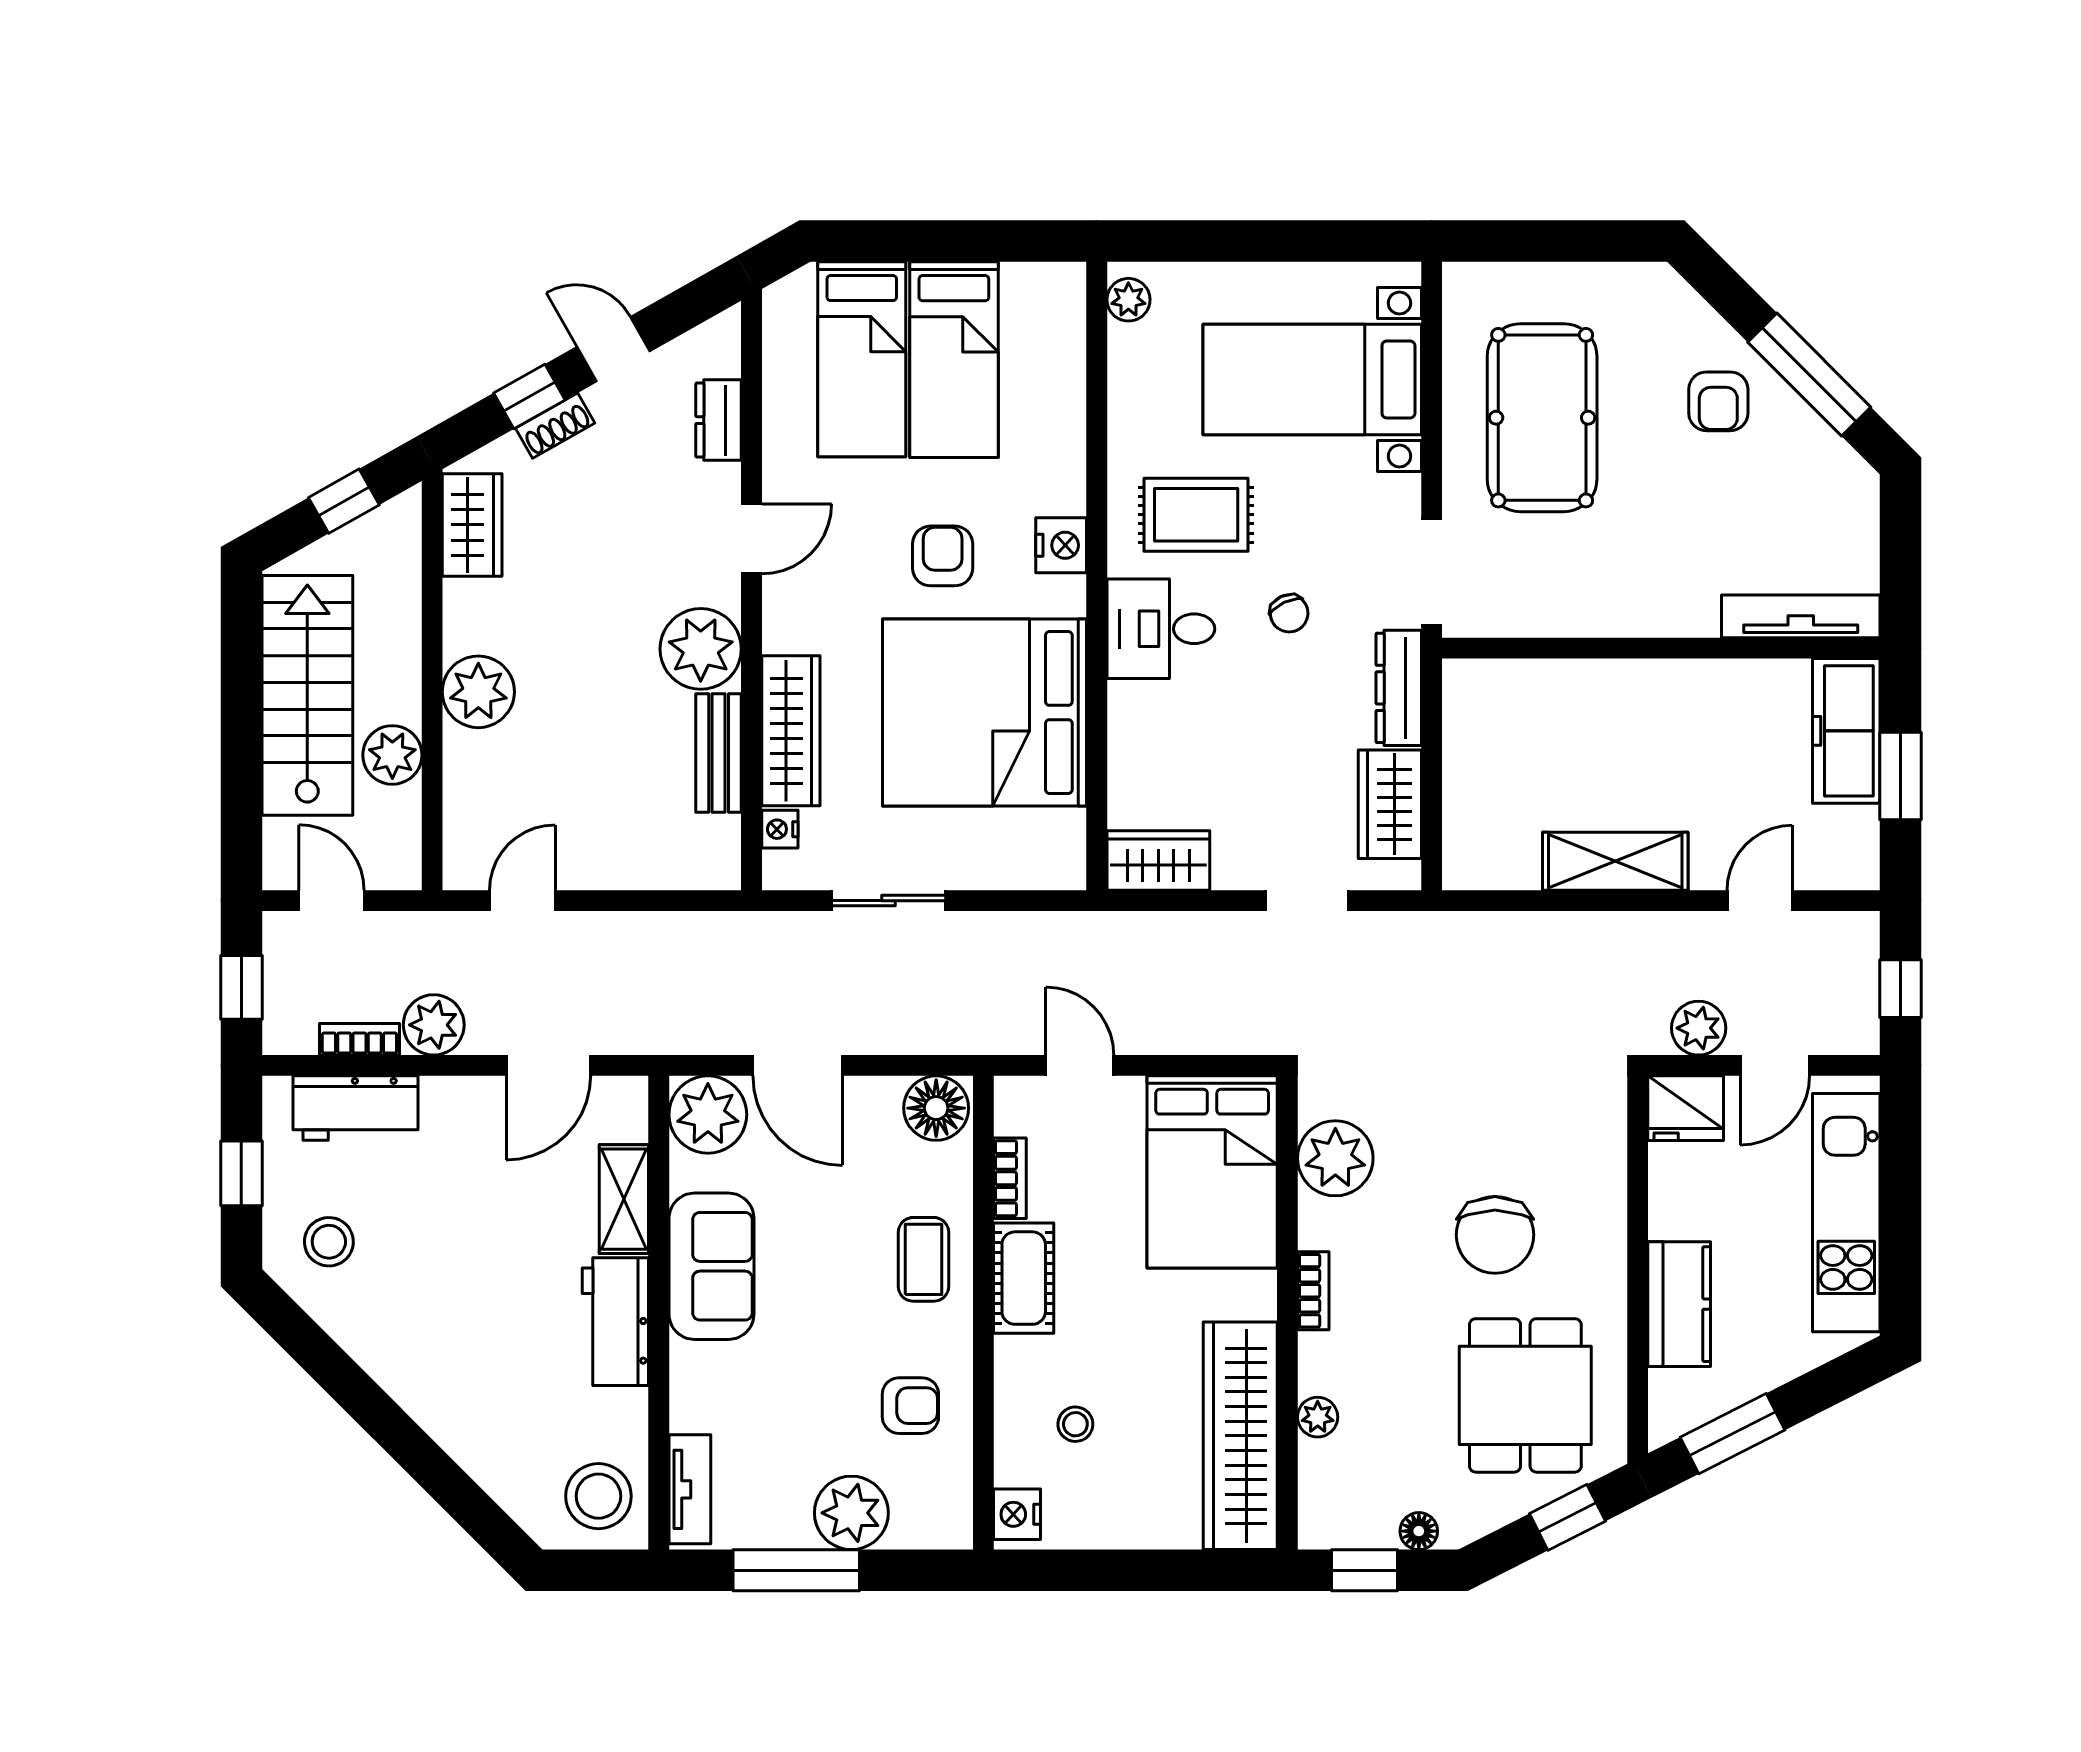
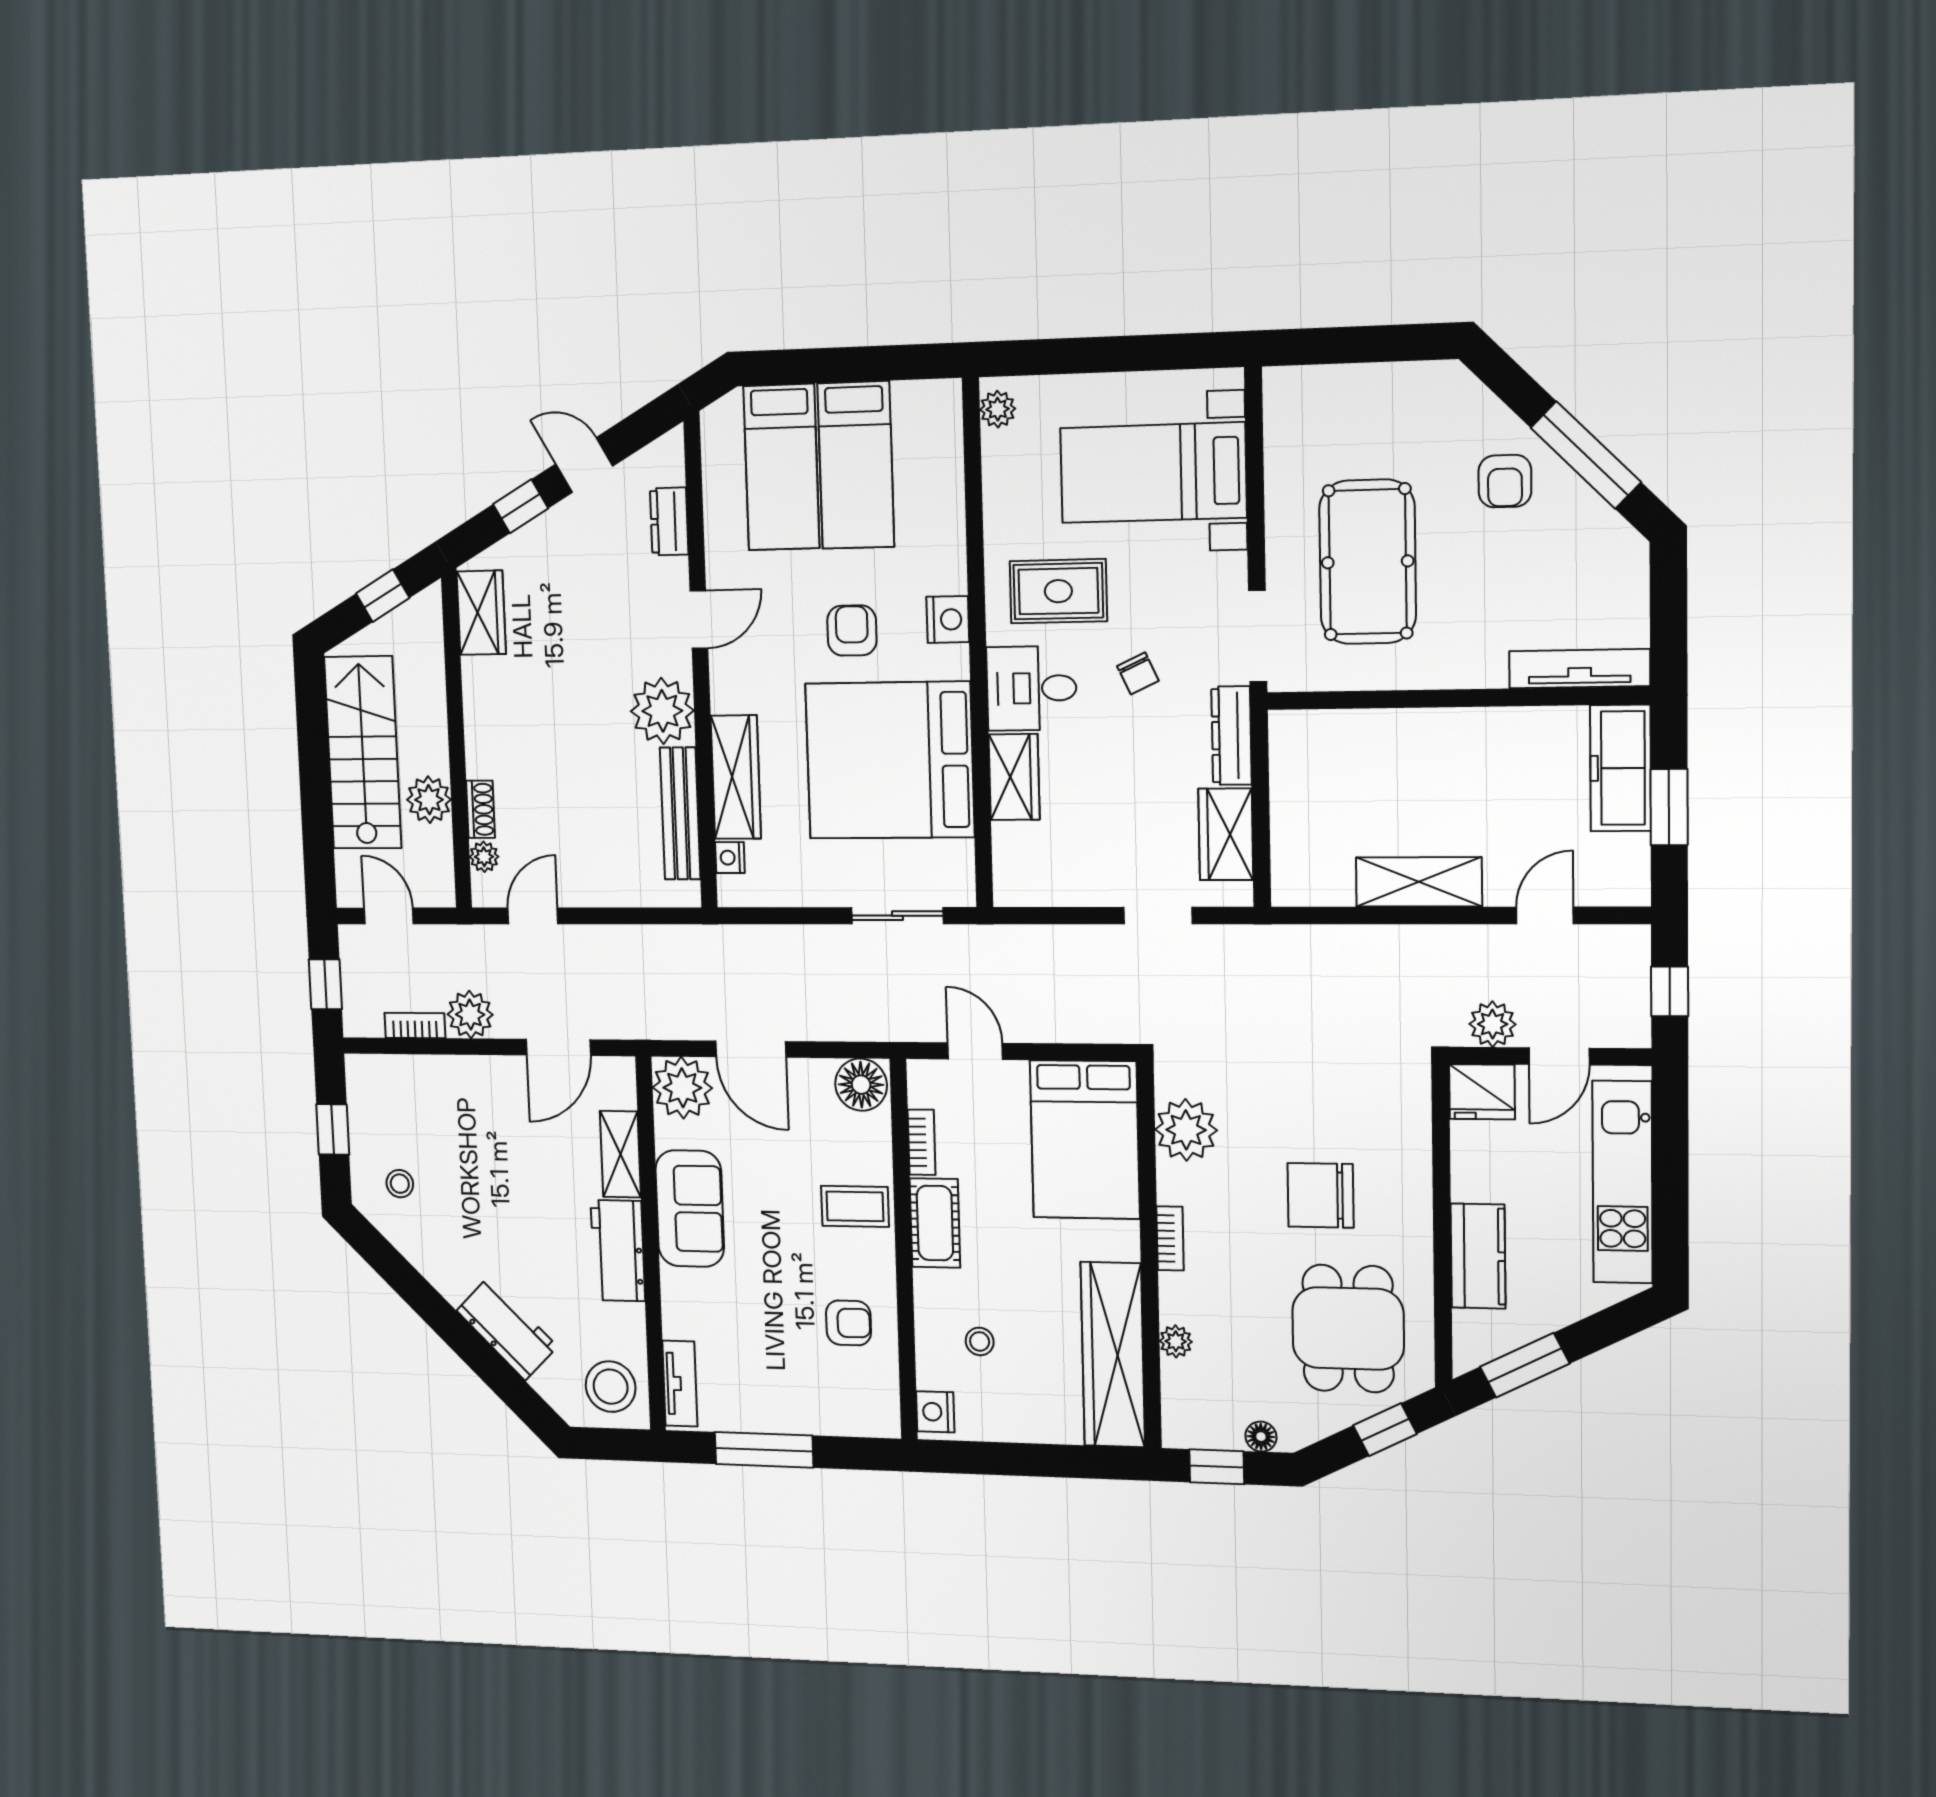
pool table: (1542, 418) -> (1368, 562), moved
shoe rack: (555, 426) -> (481, 809), moved, turned -61
plant: (478, 692) -> (484, 857), moved, width x0.53, depth x0.53
bench: (719, 753) -> (680, 813), width x1.36
wardrobe: (1158, 860) -> (1014, 777), moved, turned 90
sliding door: (889, 901) -> (897, 916), moved
workbench: (355, 1108) -> (507, 1329), moved, turned -135
chair: (1495, 1235) -> (1321, 1195), turned 90
stool: (329, 1242) -> (400, 1184), width x0.73, depth x0.73
coffee table: (923, 1259) -> (855, 1206), turned 90
plant: (851, 1513) -> (805, 1406), removed

